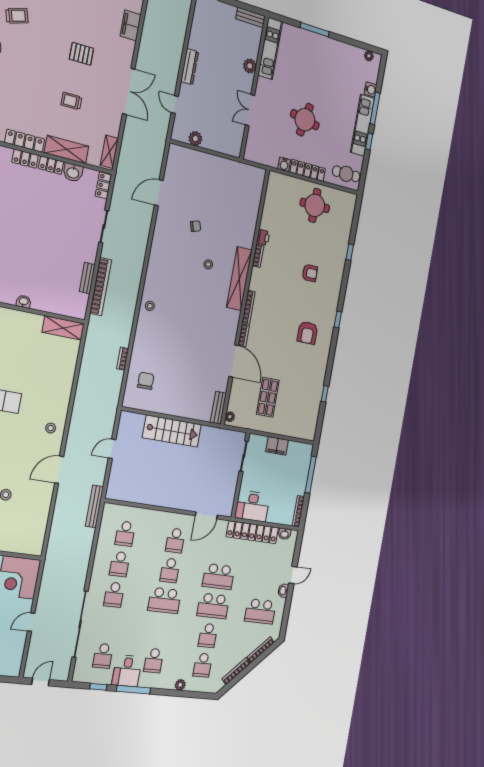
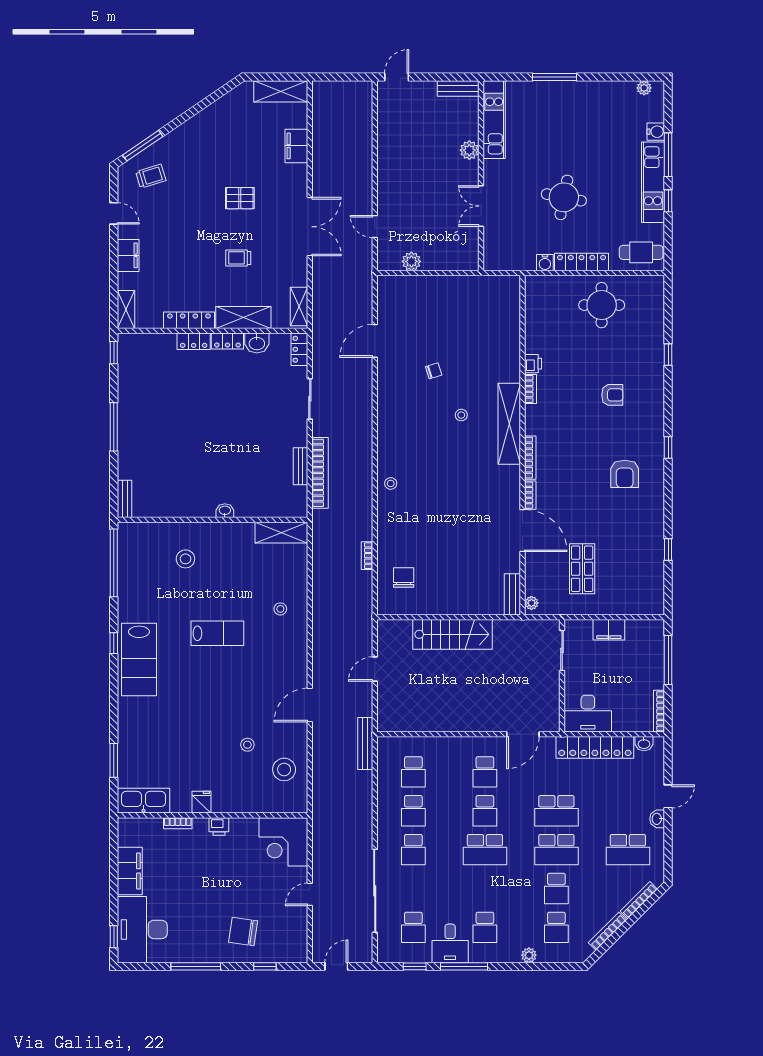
dresser: (190, 67) -> (385, 174), removed
stool: (51, 428) -> (280, 609), moved
stool: (30, 519) -> (284, 769), added

